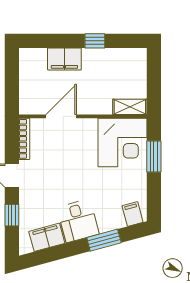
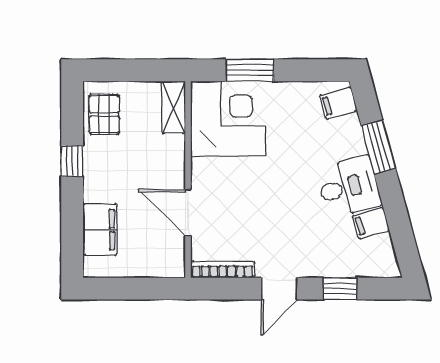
filing cabinet: (64, 59) -> (100, 230), moved
pallet: (125, 62) -> (104, 114), added
filing cabinet: (47, 237) -> (371, 223), width x0.50

